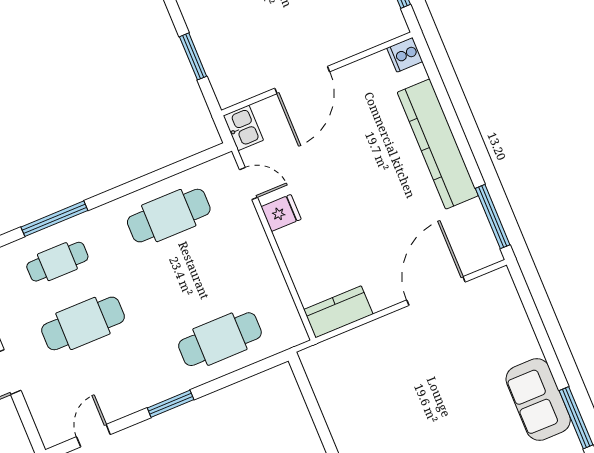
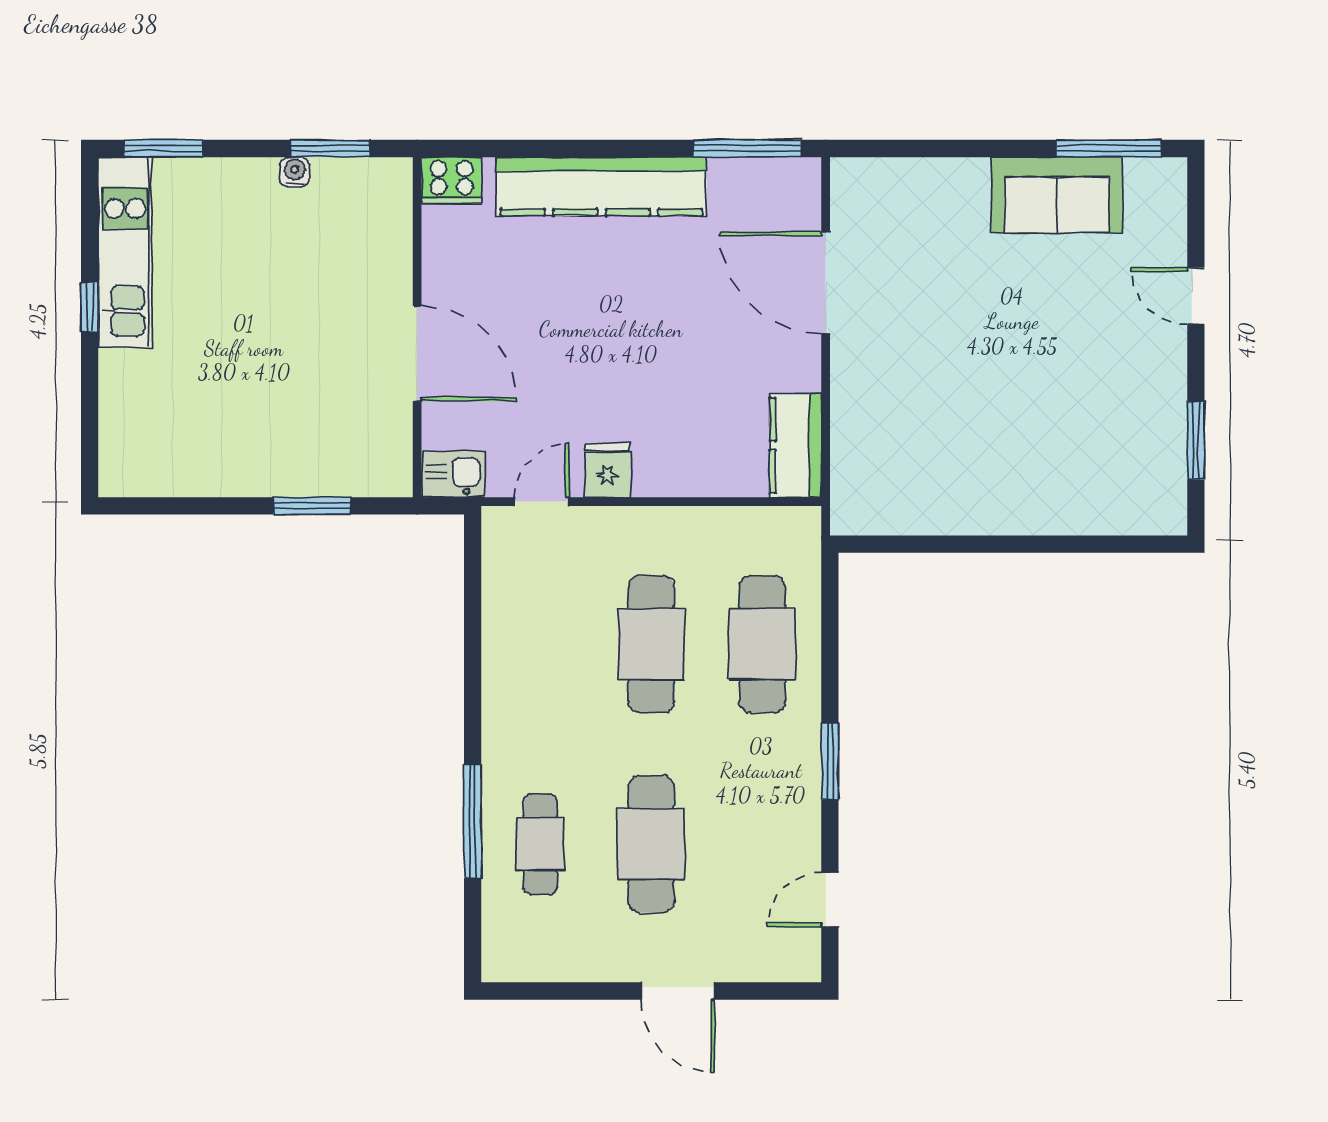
cooker: (405, 55) -> (452, 180), width x1.36
cafe table: (169, 216) -> (651, 644), moved
door: (93, 436) -> (830, 899), hinge flipped

